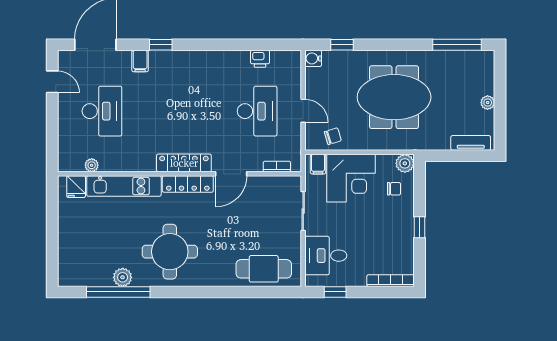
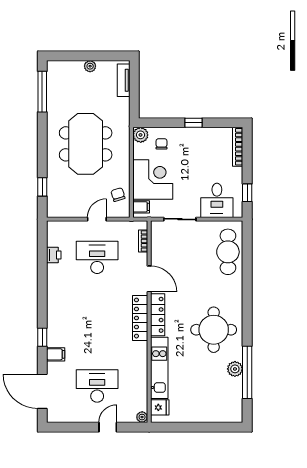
water cooler: (313, 58) -> (53, 211), removed
door: (52, 82) -> (108, 427), moved
plant: (92, 165) -> (142, 417), moved

